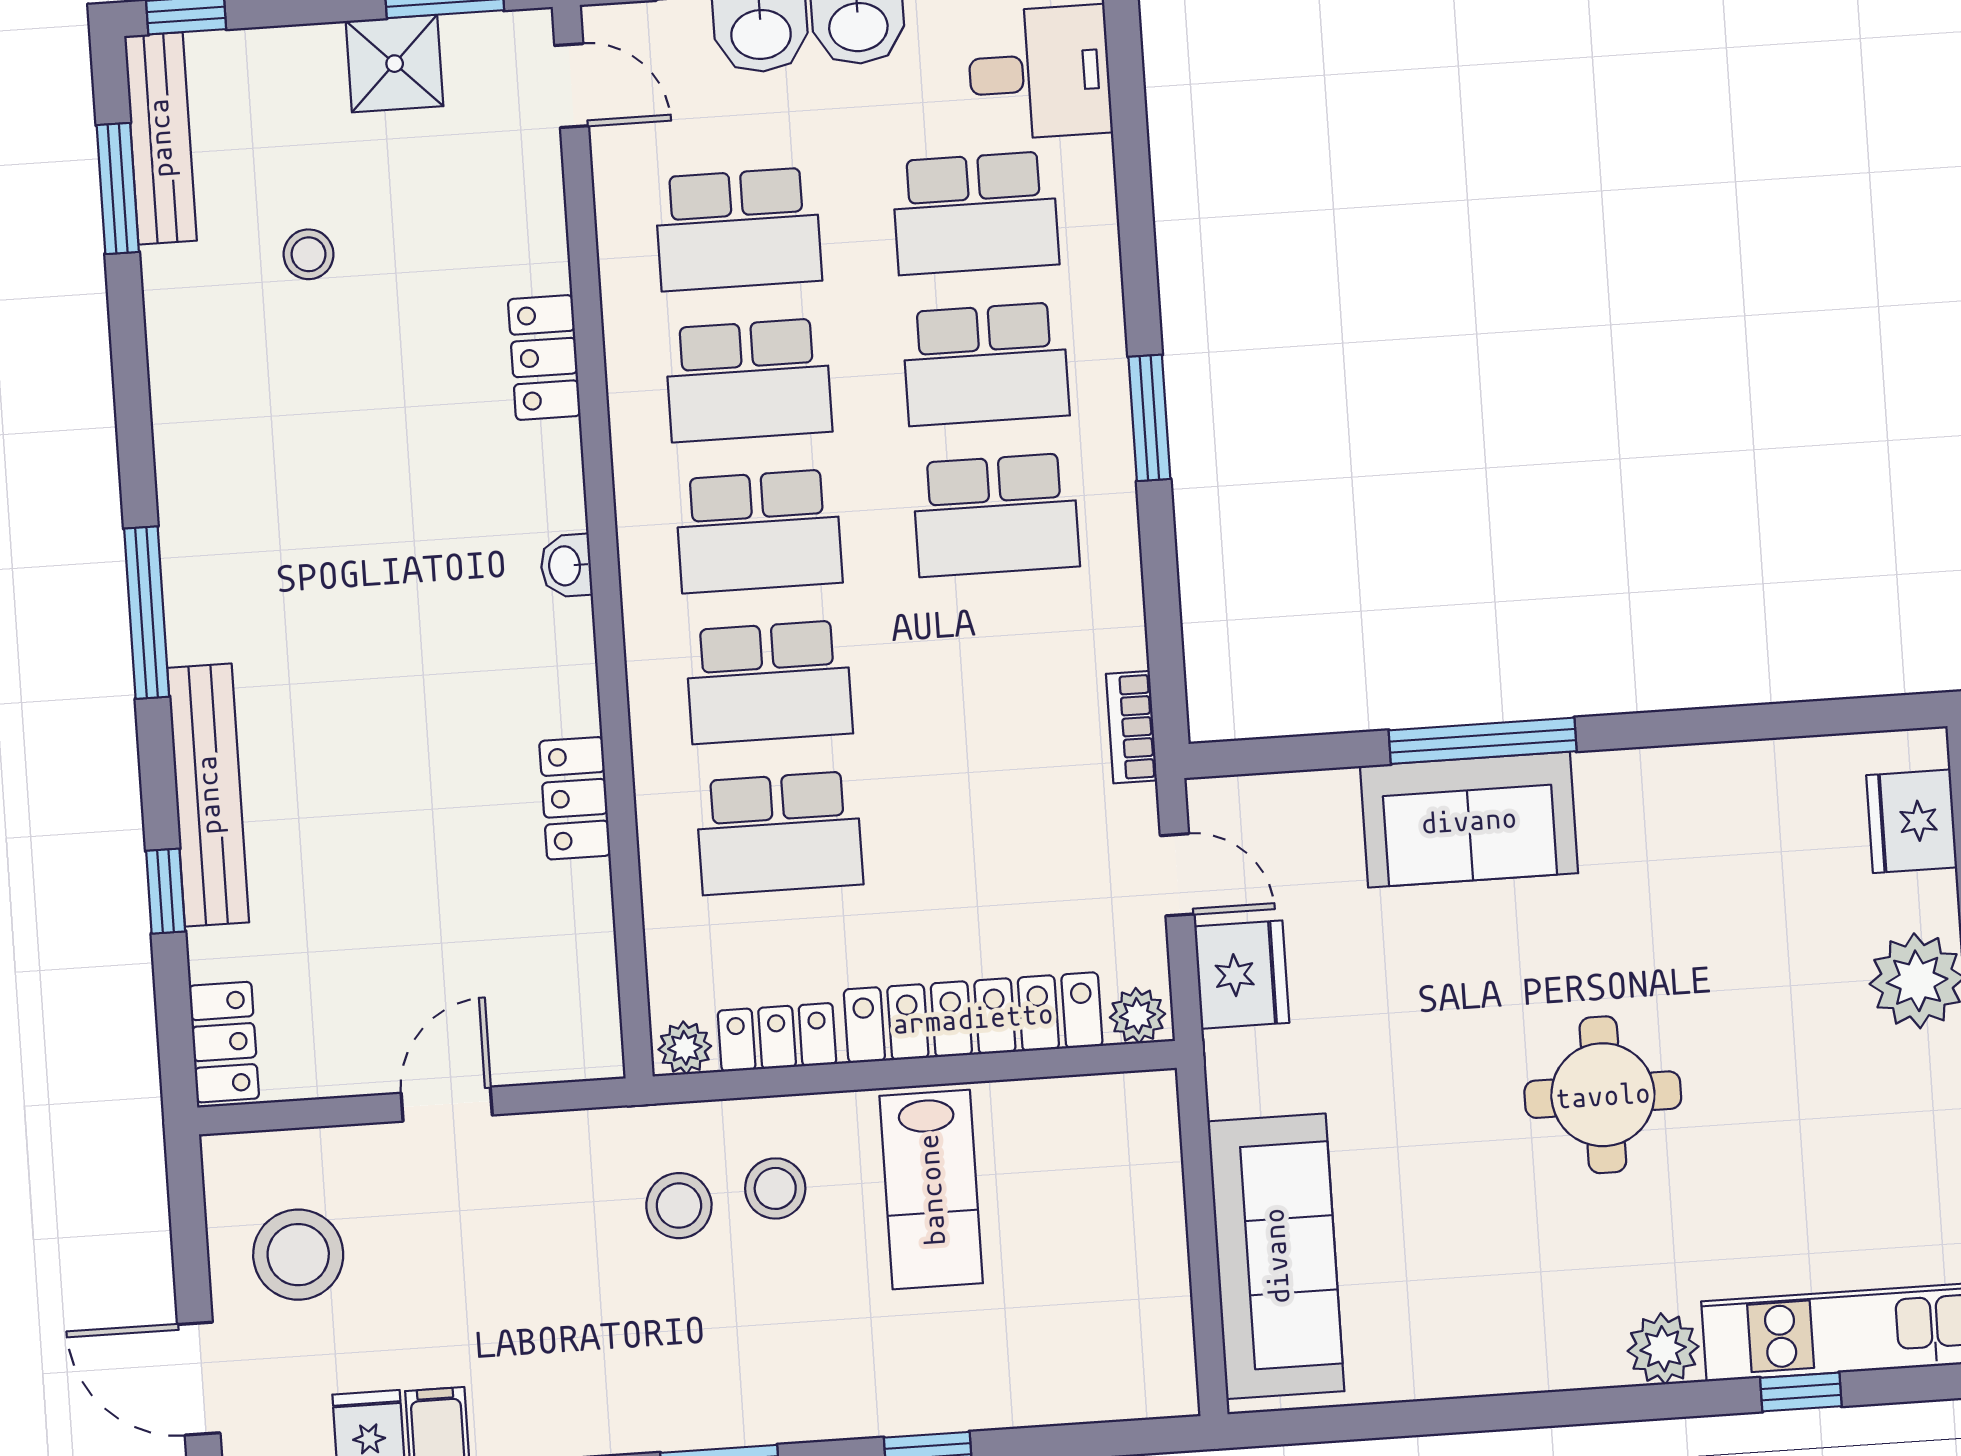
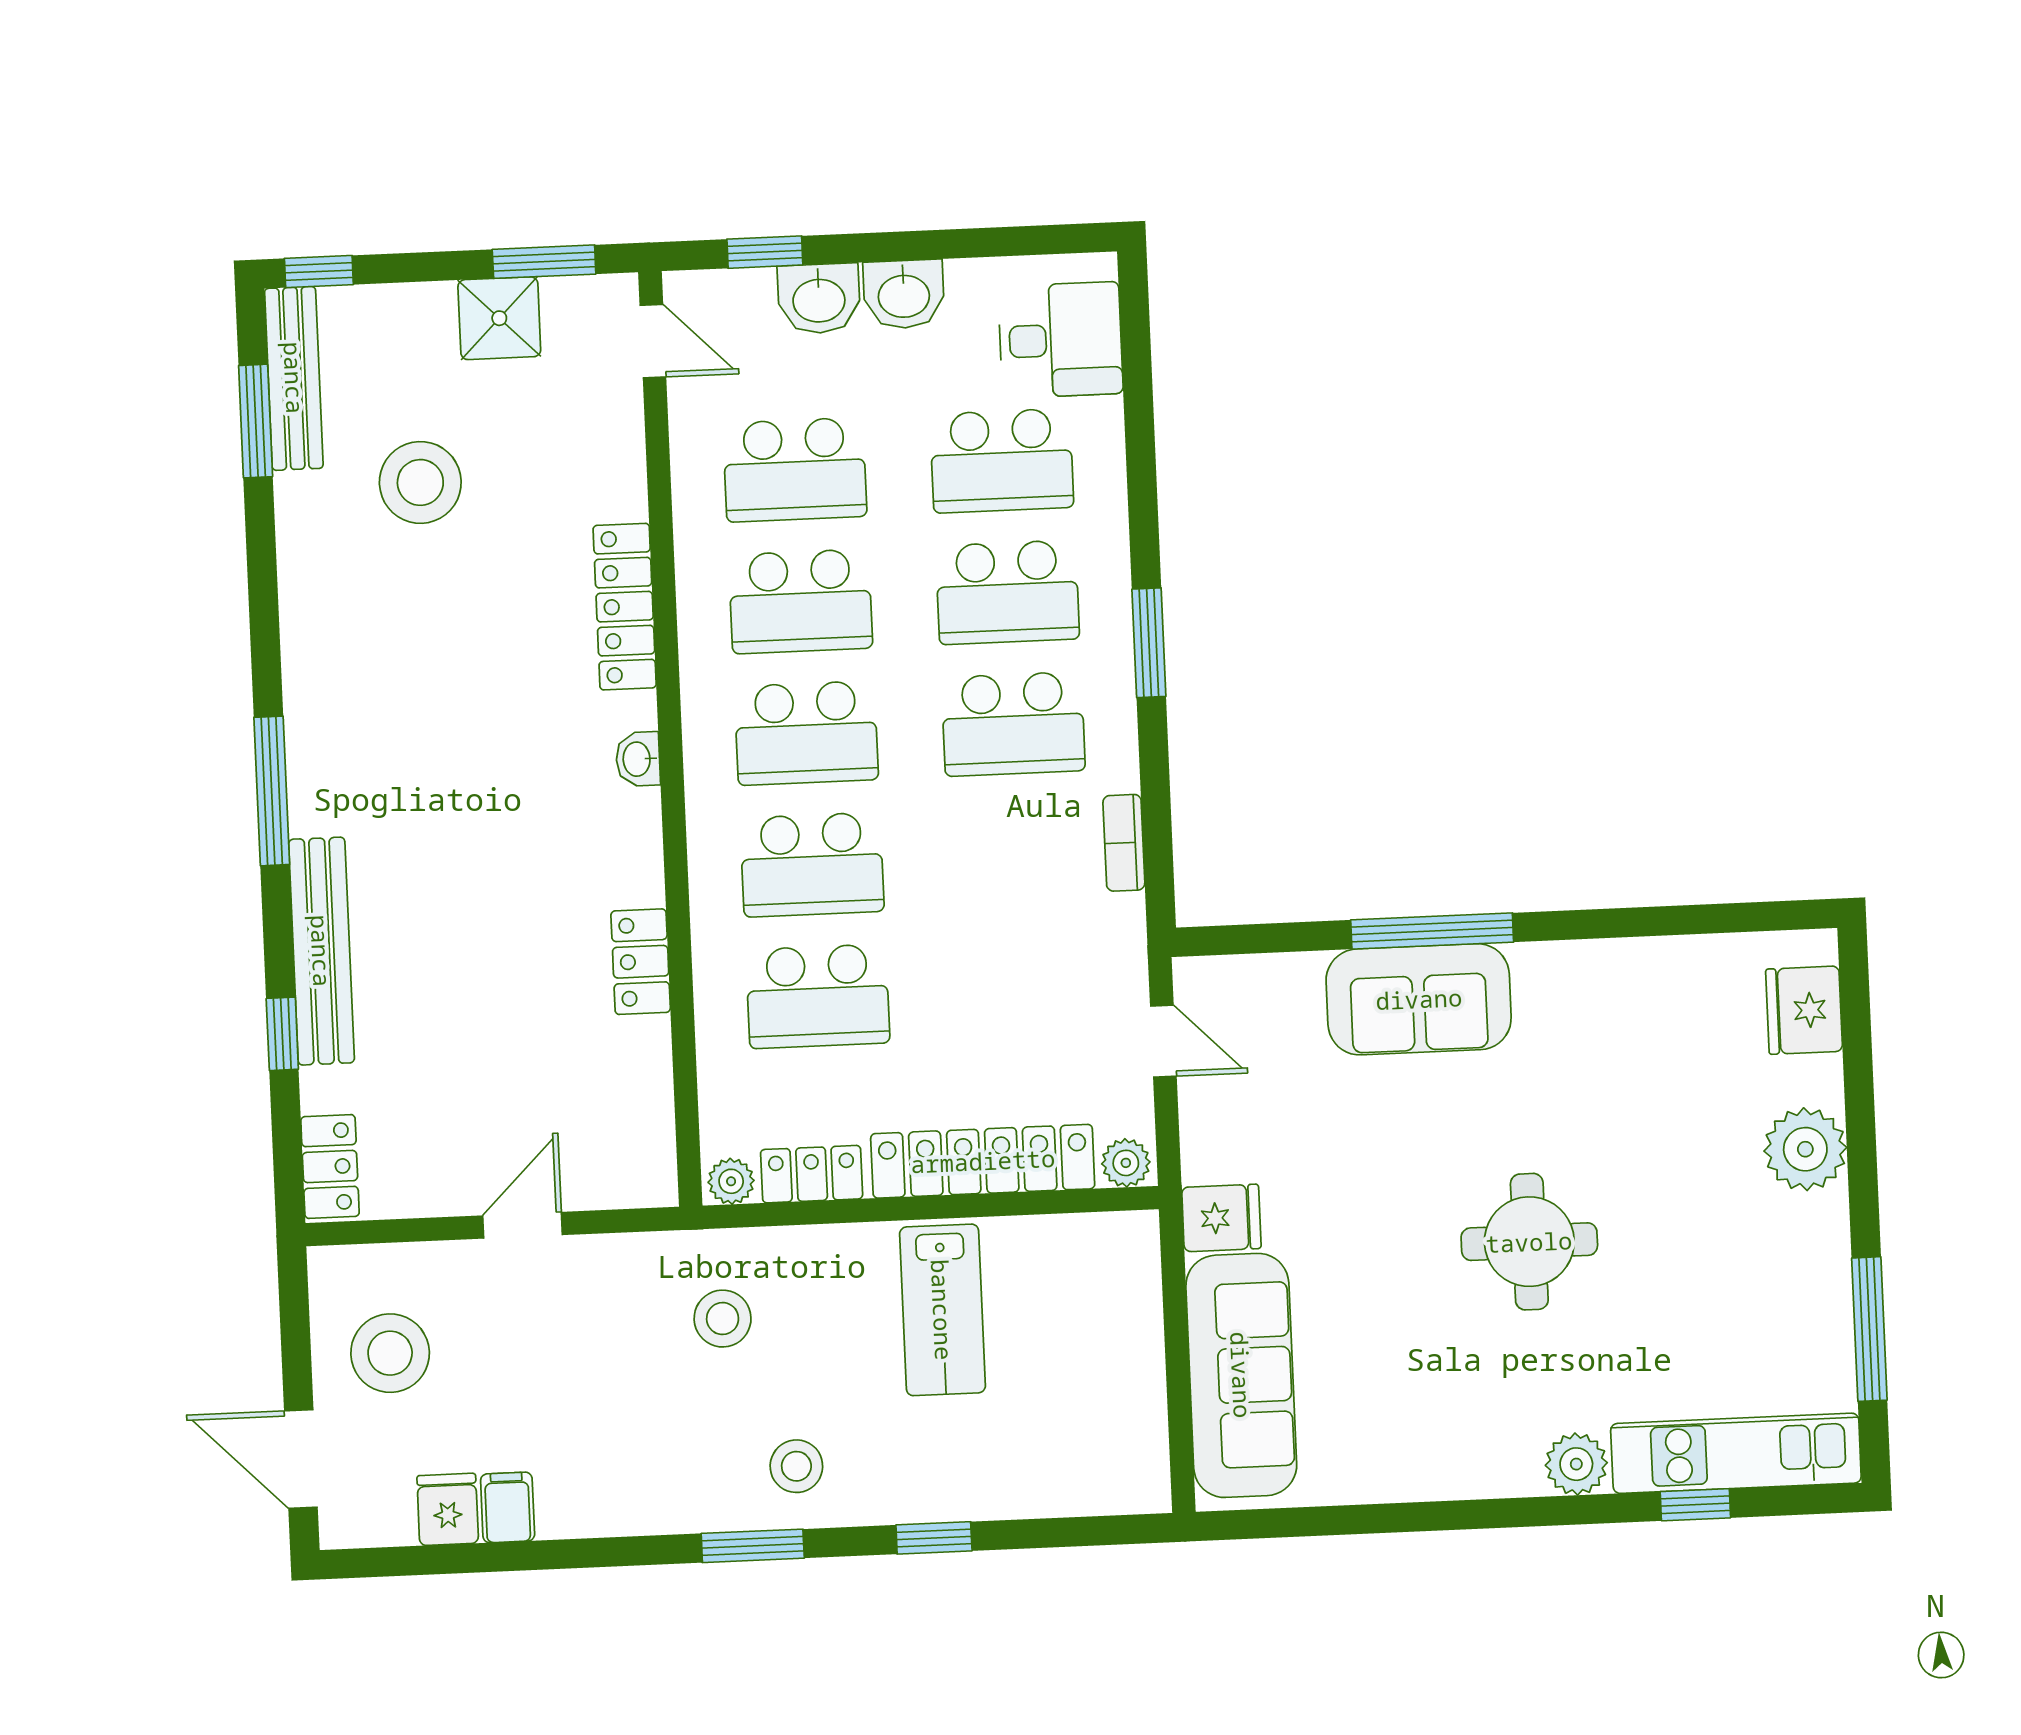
stool: (309, 254) -> (420, 482), width x1.89, depth x1.89
locker: (544, 358) -> (625, 607), width x1.53
bookcase: (1132, 727) -> (1124, 843), moved
fridge: (1242, 975) -> (1221, 1218), moved, width x0.72
stool: (775, 1188) -> (796, 1466), moved

